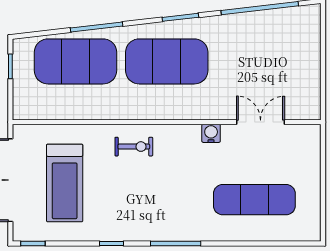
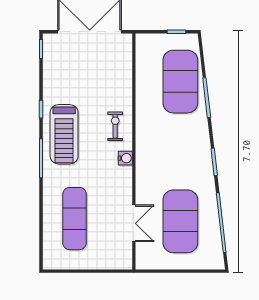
exercise mat: (167, 61) -> (180, 221), moved
water cooler: (211, 133) -> (125, 158), moved
exercise bike: (134, 147) -> (115, 126), turned 180
treadmill: (65, 183) -> (64, 134), moved, turned -90

